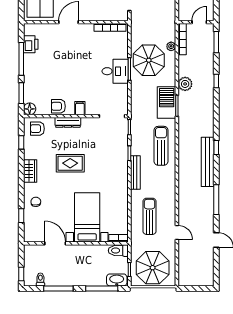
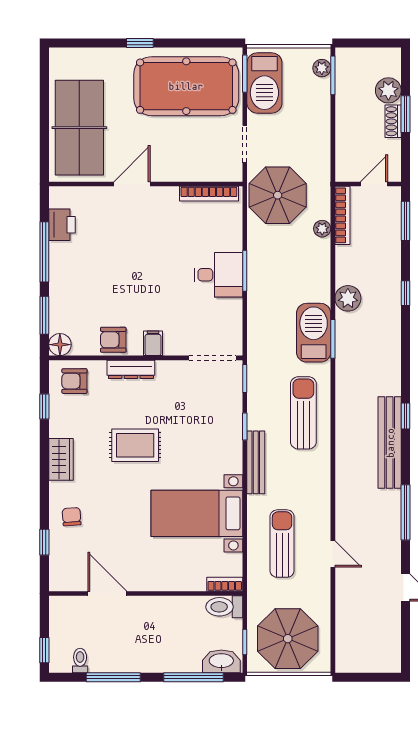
parasol: (149, 60) -> (278, 195), moved
bed with nightstands: (87, 217) -> (197, 513), moved, turned -90
door: (177, 232) -> (333, 554), moved

